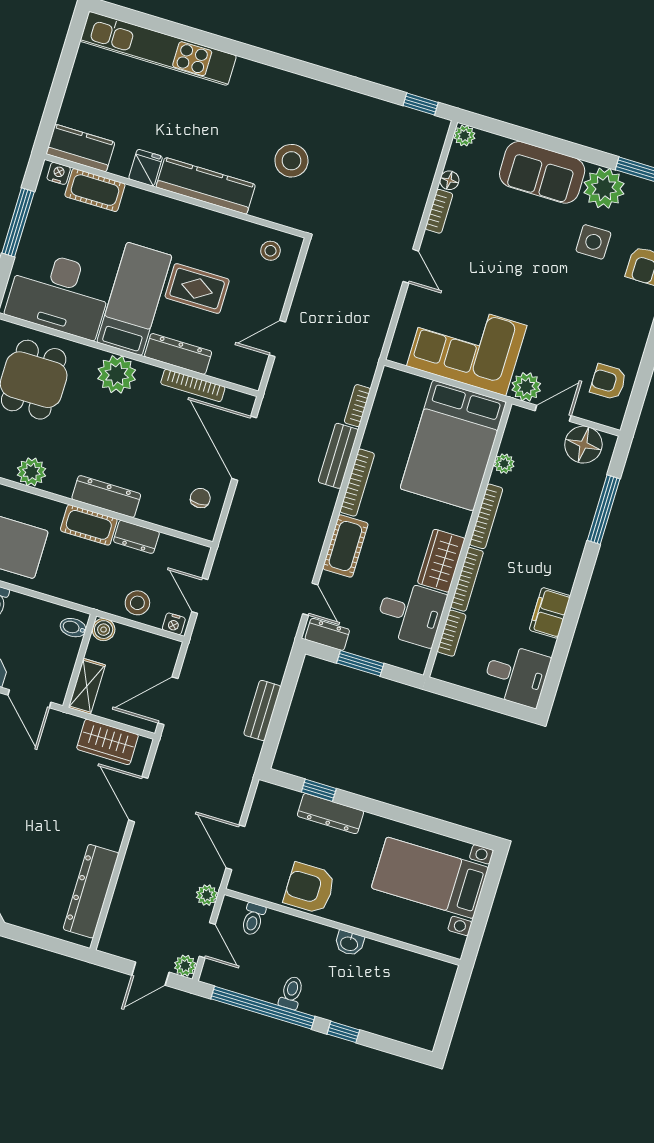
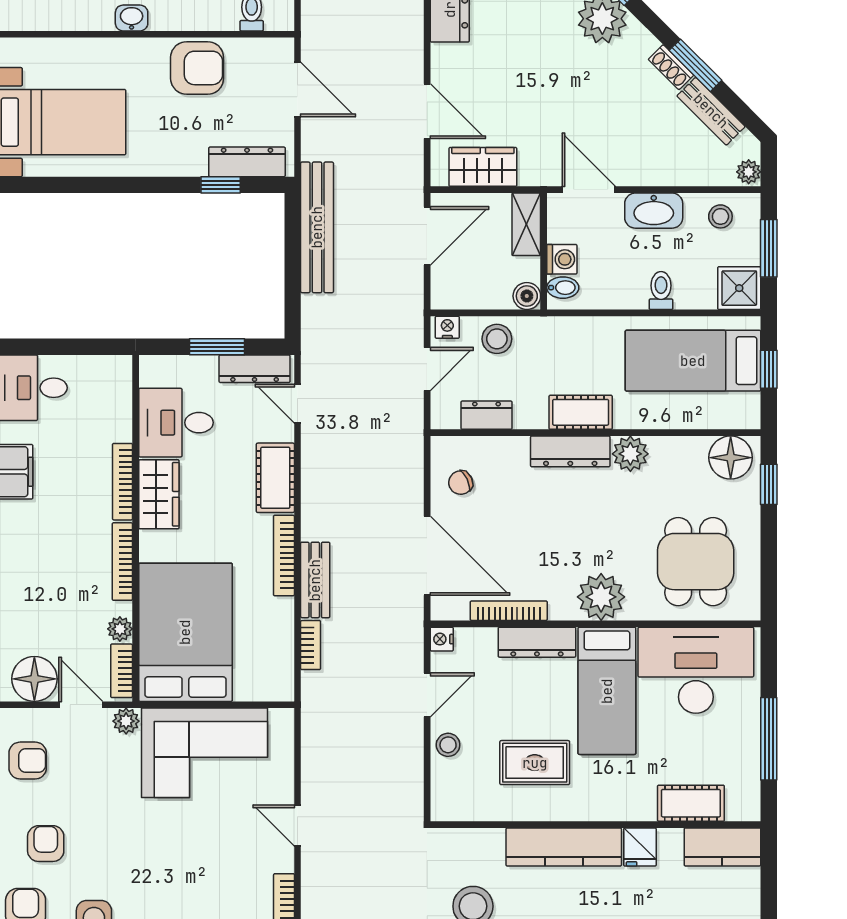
nightstand: (59, 173) -> (442, 639), moved, turned 90
stool: (270, 251) -> (448, 745), moved
rug: (197, 289) -> (535, 763), moved
armchair: (614, 312) -> (46, 844), added
plant: (526, 387) -> (126, 721), width x0.73, depth x0.73
door: (553, 413) -> (81, 705), swing flipped
plant: (31, 472) -> (630, 454), moved
chair: (200, 498) -> (461, 483), turned 65
dresser: (136, 537) -> (486, 415), moved
door: (200, 596) -> (427, 369), hinge flipped
bookcase: (452, 633) -> (122, 671), moved
dresser: (327, 634) -> (255, 369), width x1.44
washing machine: (67, 650) -> (562, 259), added
bench: (262, 710) -> (317, 227), width x1.86, depth x1.21
dresser: (330, 814) -> (247, 162), moved
plant: (207, 895) -> (314, 24), removed

